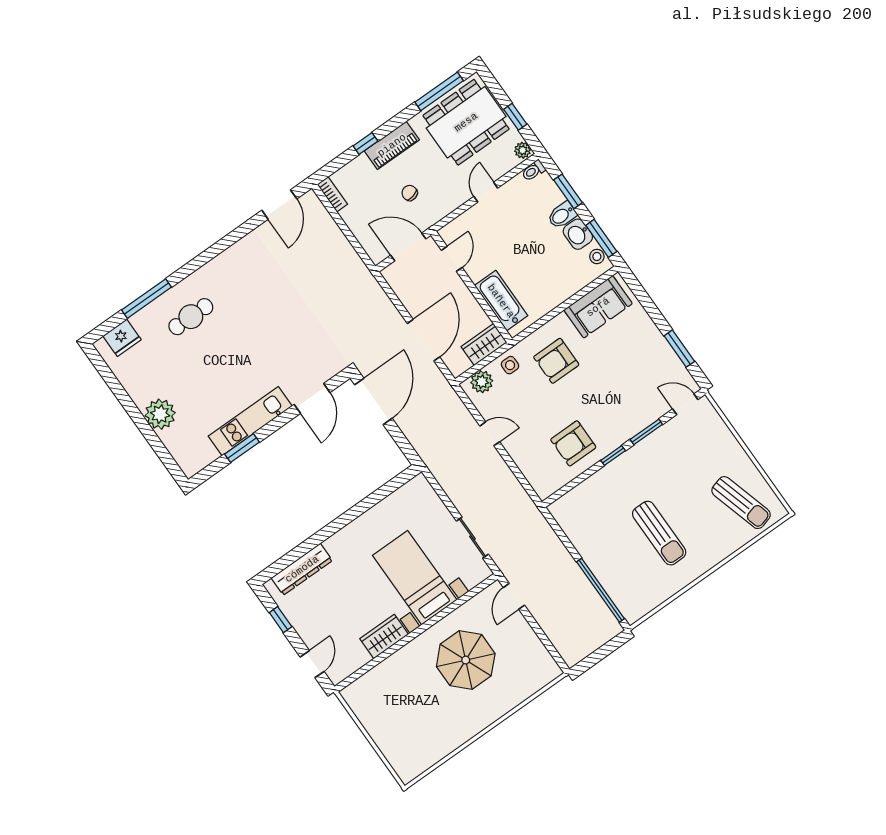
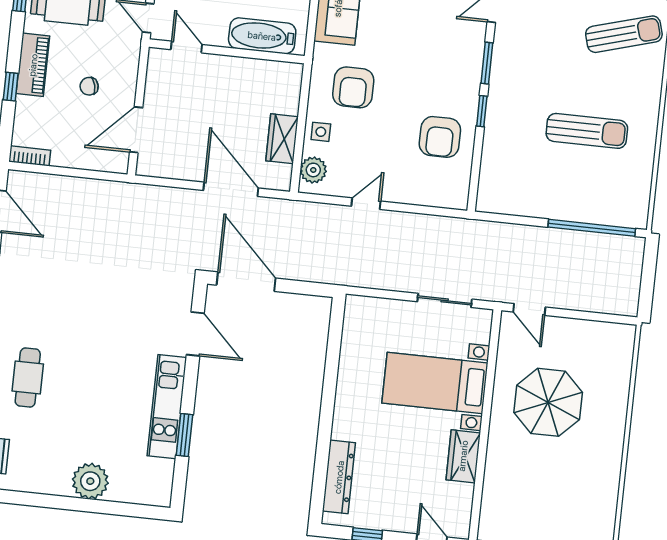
door: (452, 259) -> (187, 47), moved
wall: (472, 287) -> (227, 51), moved
bathtub: (501, 301) -> (262, 36), moved

